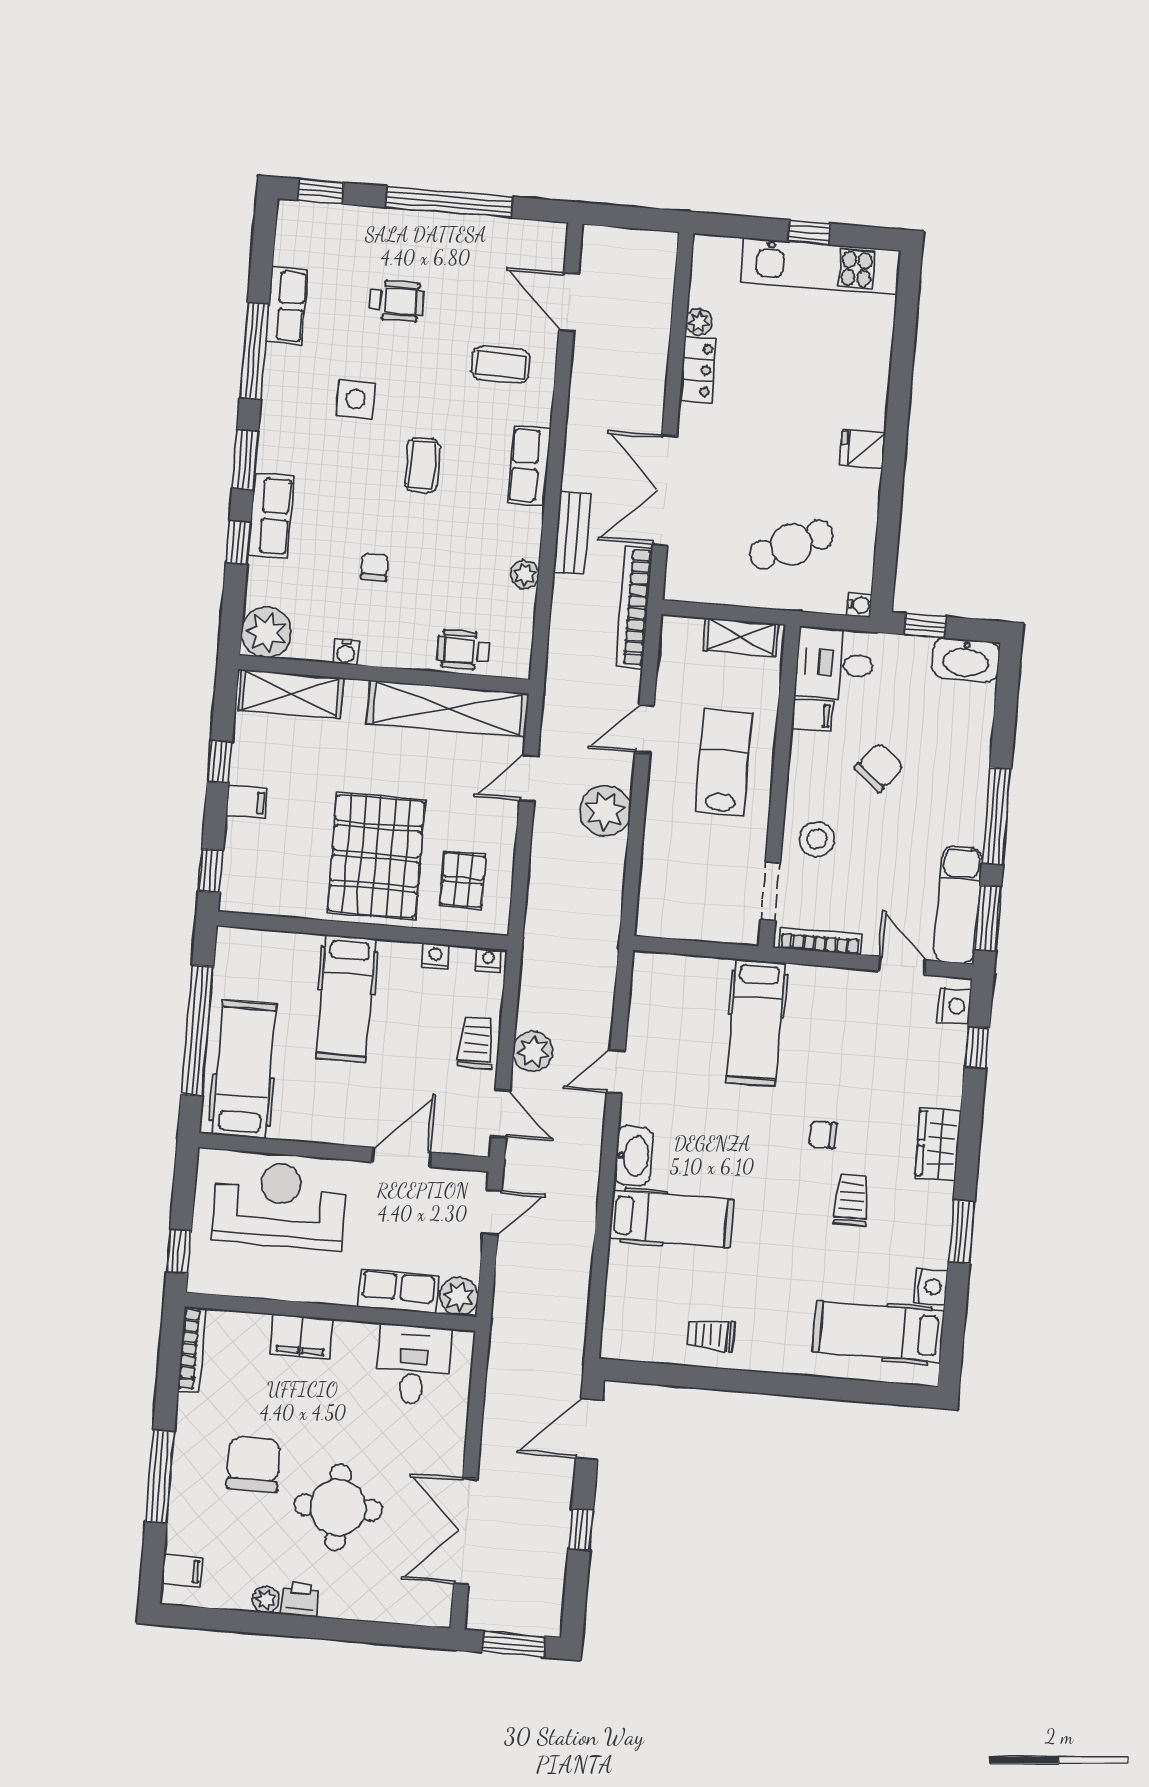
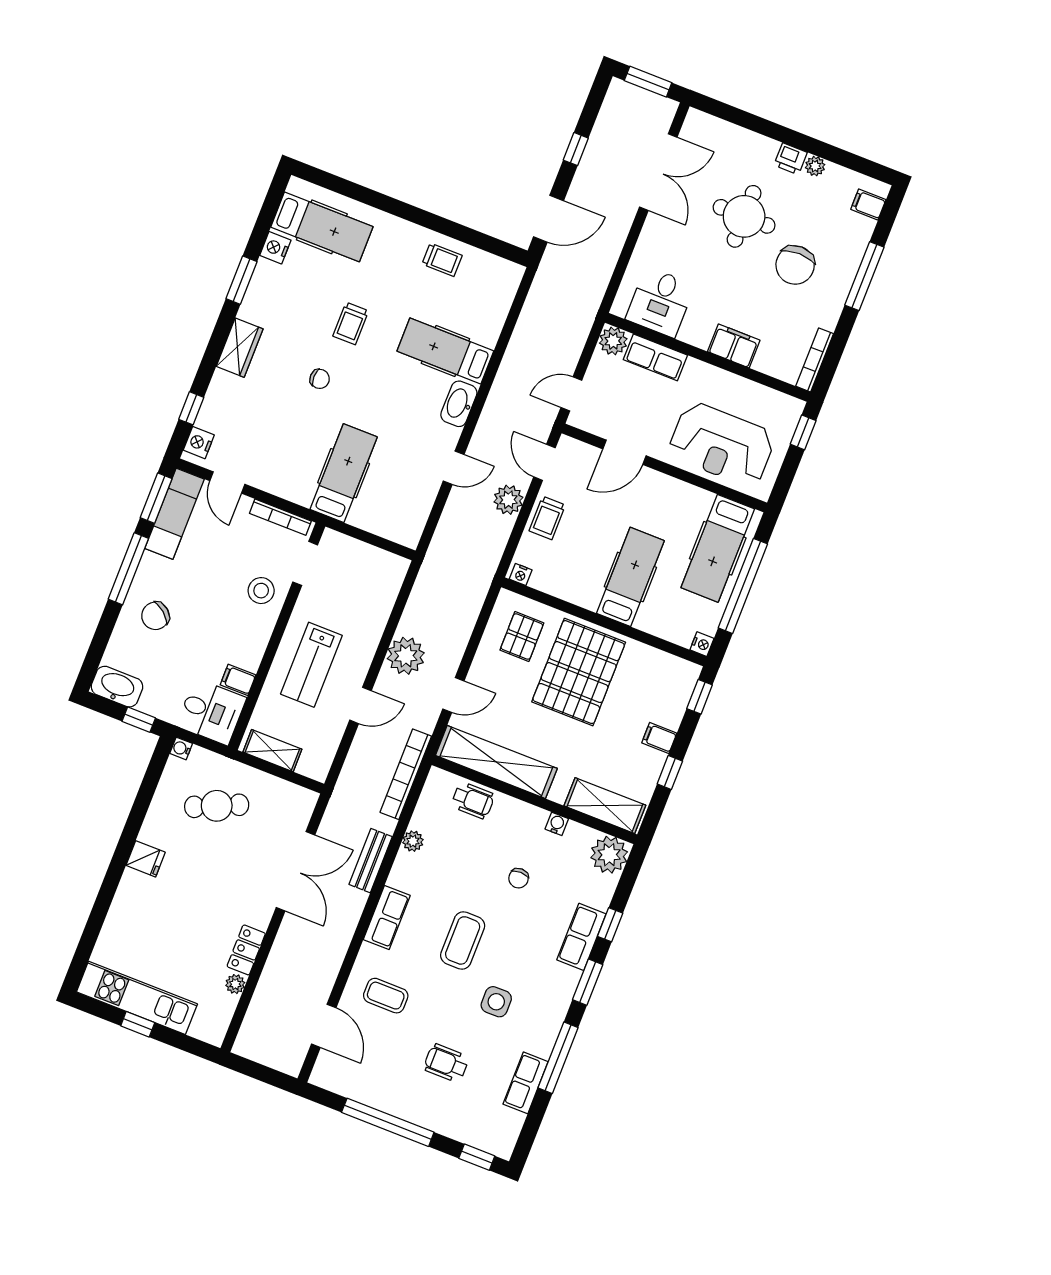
coffee table: (422, 465) -> (463, 940), width x1.36, depth x1.30
bookcase: (634, 607) -> (406, 774), moved, turned 180
chair: (879, 768) -> (155, 616), moved
nightstand: (435, 956) -> (702, 644), moved, turned -90
trolley: (852, 1200) -> (351, 323), moved

